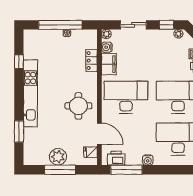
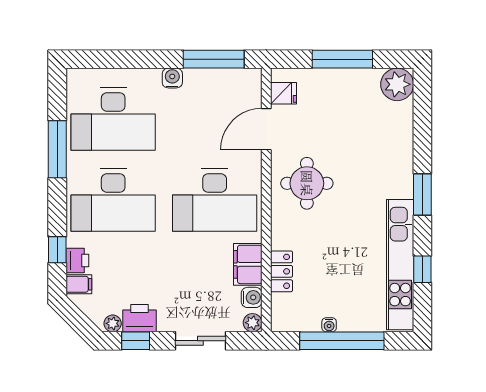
kitchen unit: (30, 93) -> (400, 265), moved
window: (19, 132) -> (422, 195), moved
door: (99, 134) -> (266, 129), hinge flipped
plant: (58, 157) -> (397, 84), moved
printer: (116, 158) -> (140, 318), moved, turned 180

